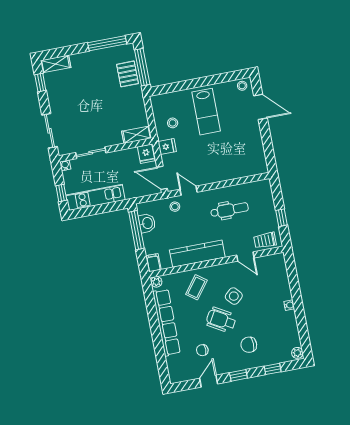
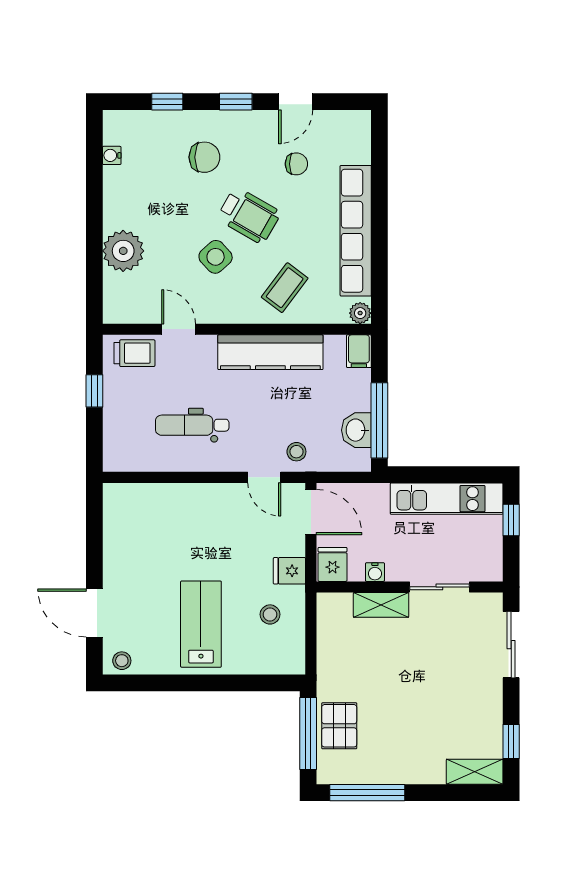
shelving: (137, 135) -> (381, 605), moved
water cooler: (65, 165) -> (375, 572), moved
water cooler: (289, 305) -> (112, 155), moved
plant: (297, 353) -> (123, 251), moved, width x1.88, depth x1.88

